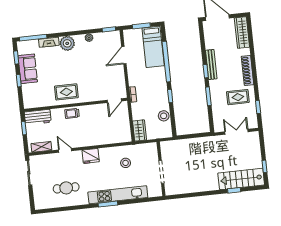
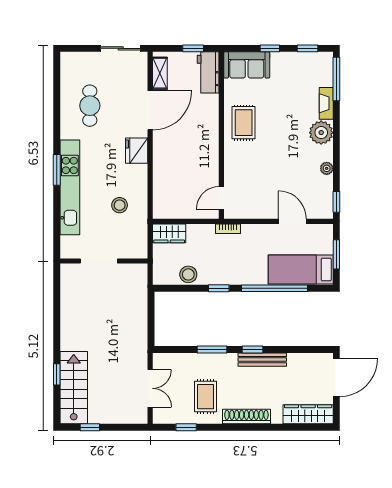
sofa: (28, 69) -> (247, 65), moved
door: (114, 101) -> (221, 198), hinge flipped
trolley: (72, 113) -> (208, 128), removed
door: (65, 150) -> (150, 110), width x1.87

